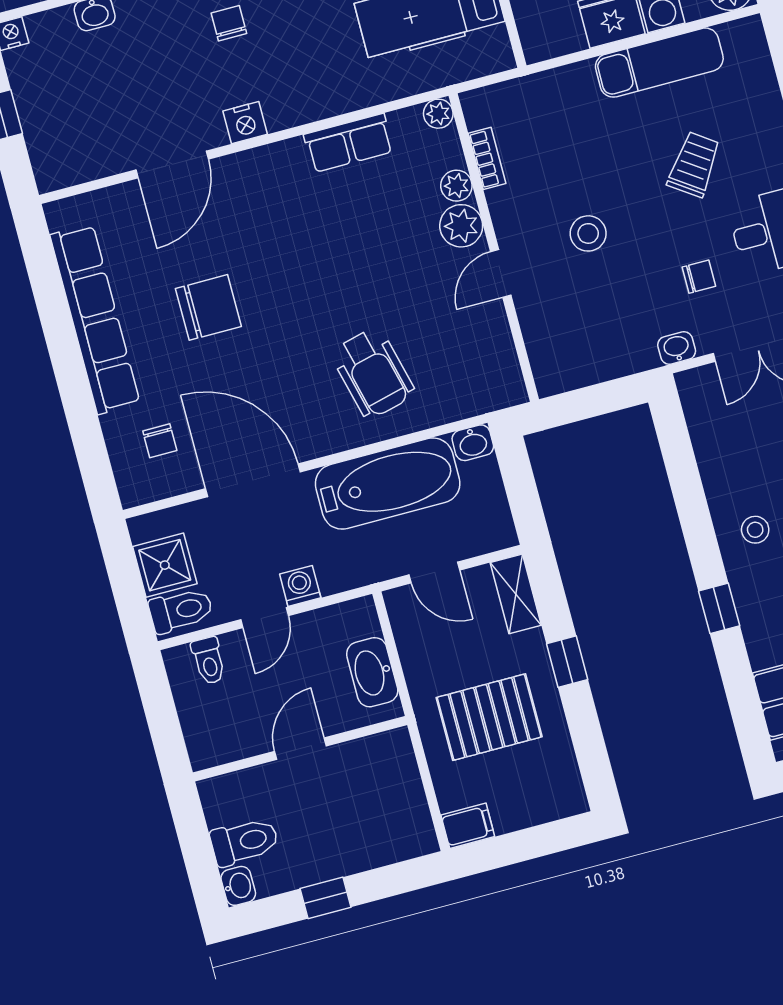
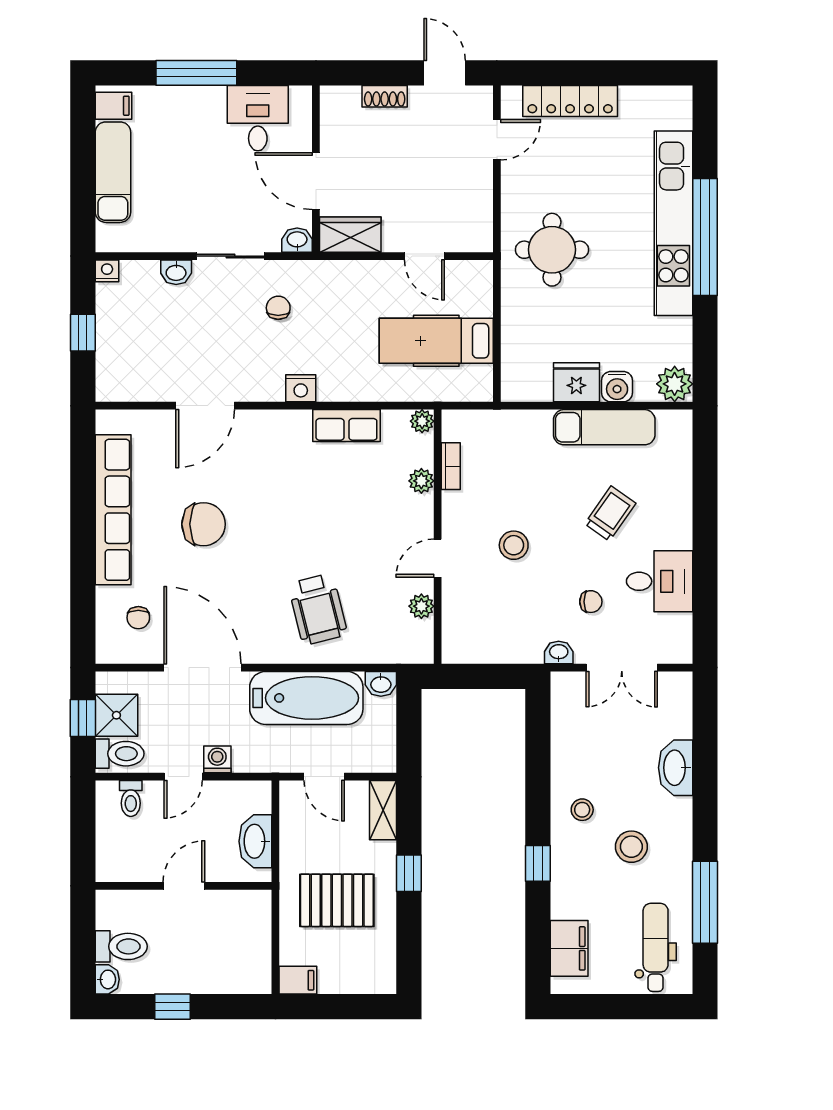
nightstand: (245, 123) -> (301, 388), moved
plant: (461, 226) -> (421, 606), moved, width x0.73, depth x0.73
window: (125, 579) -> (83, 718), added

